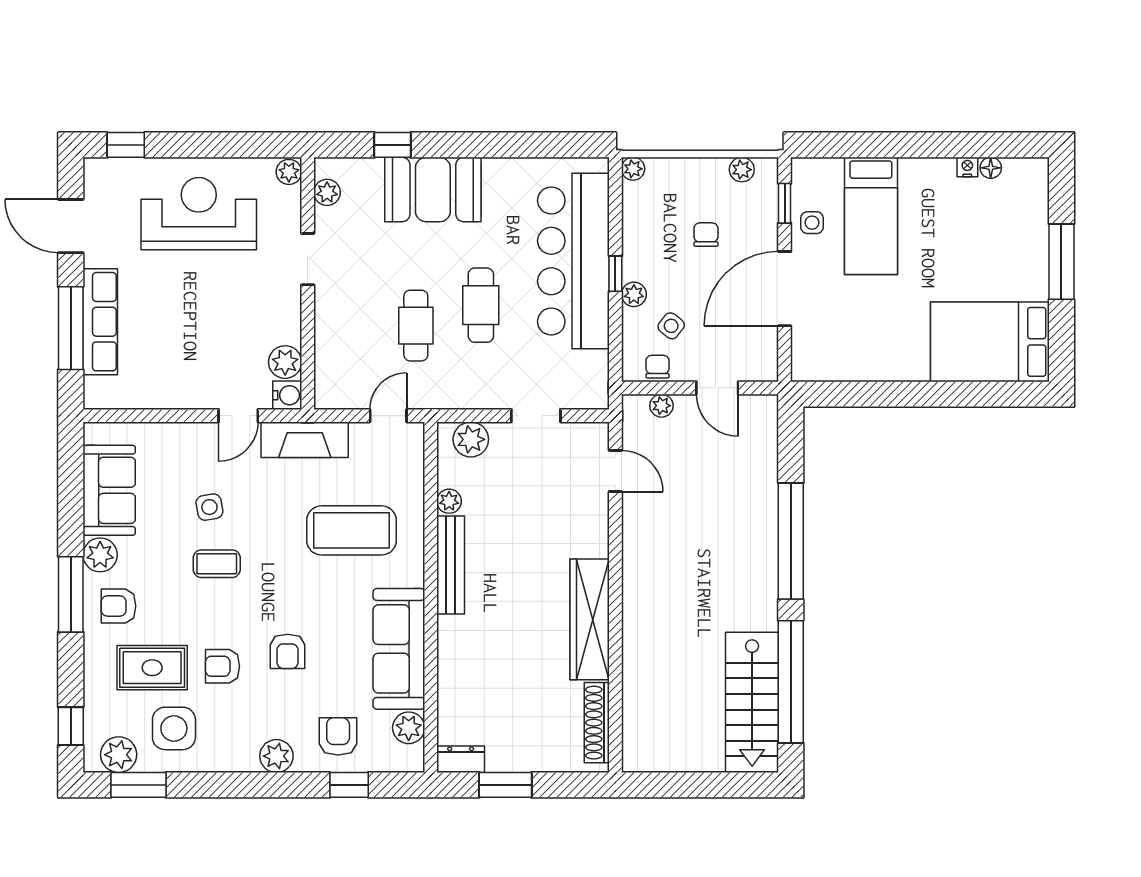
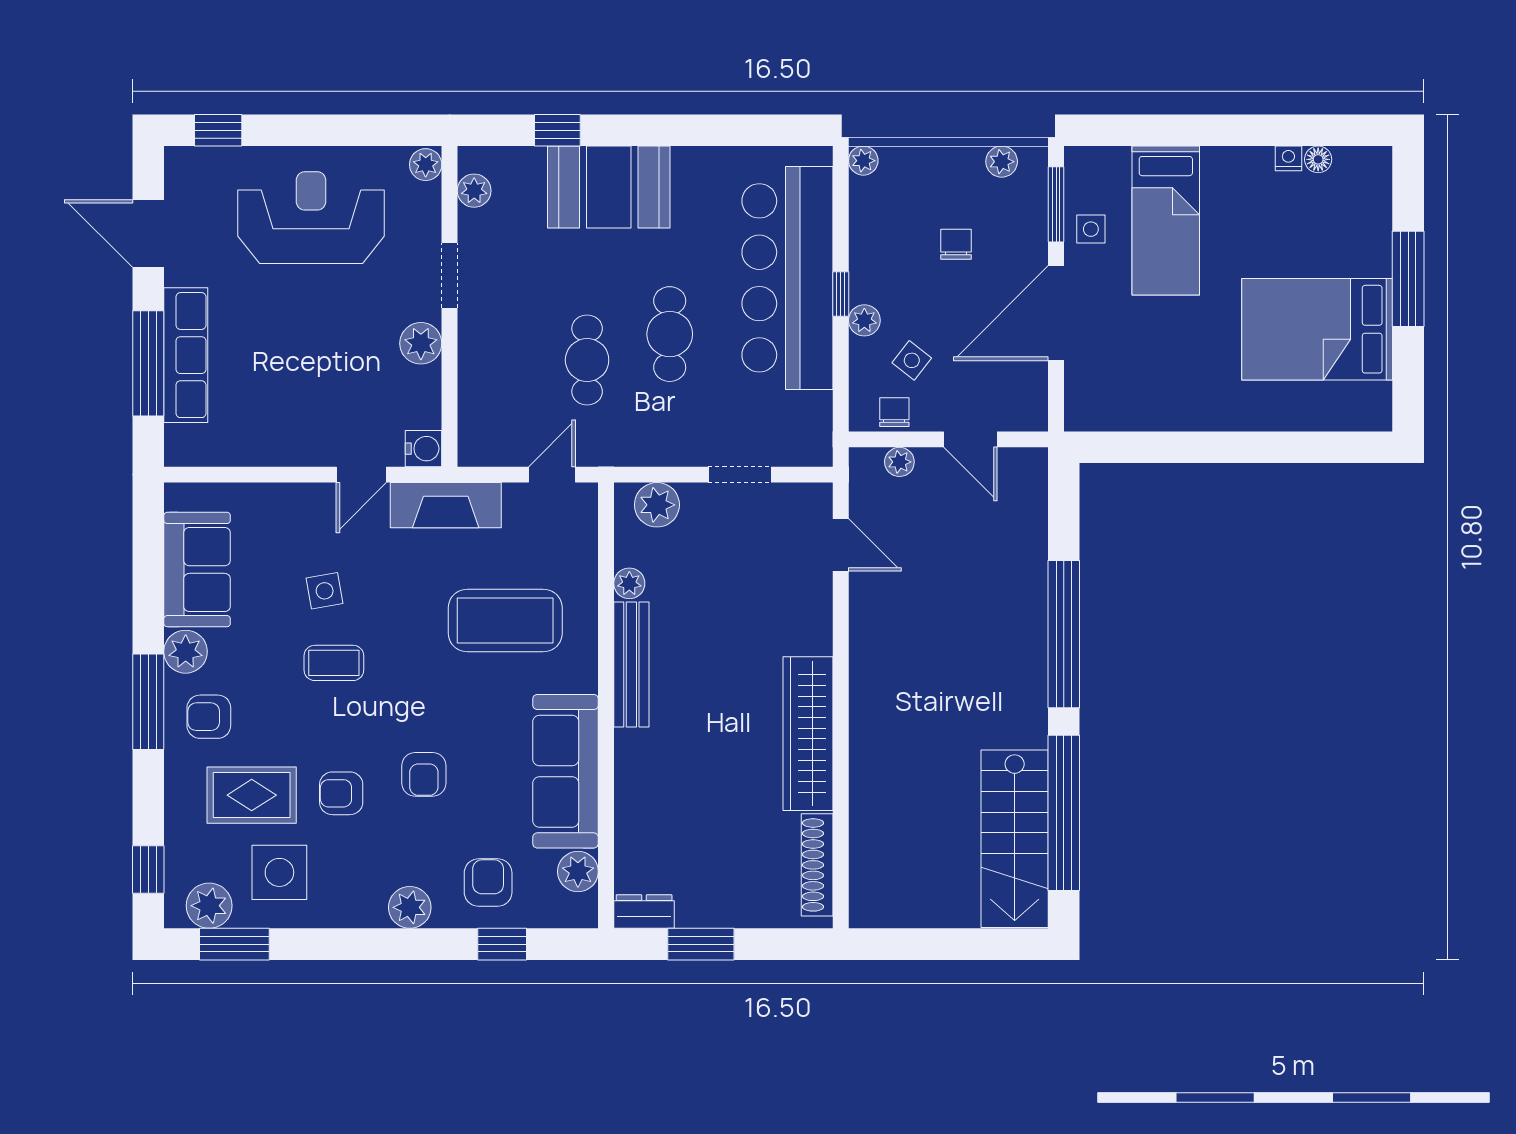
window: (785, 203) -> (1056, 204), width x1.50
bed: (990, 342) -> (1317, 329), moved
plant: (285, 362) -> (421, 343), moved

